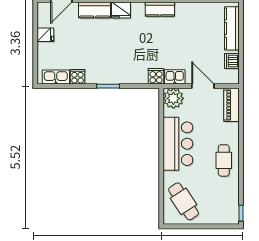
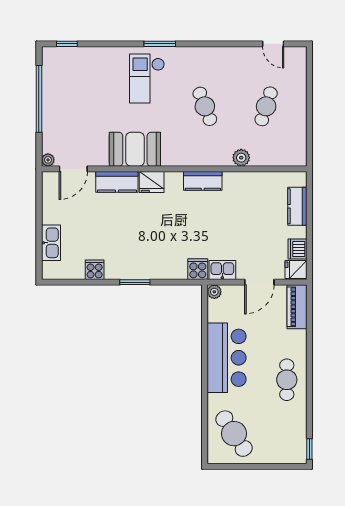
kitchen counter: (232, 28) -> (297, 206), width x0.67
fridge: (45, 35) -> (296, 270), moved, turned 180
kitchen sink: (56, 77) -> (51, 243), moved, turned 90
door: (203, 86) -> (259, 282), swing flipped
plant: (173, 98) -> (214, 292), width x0.53, depth x0.53

